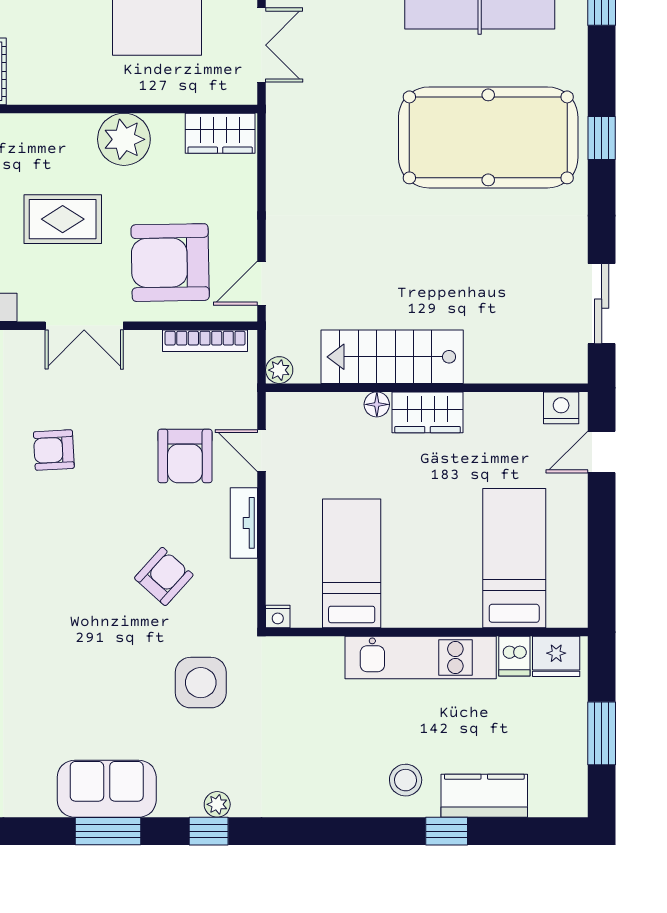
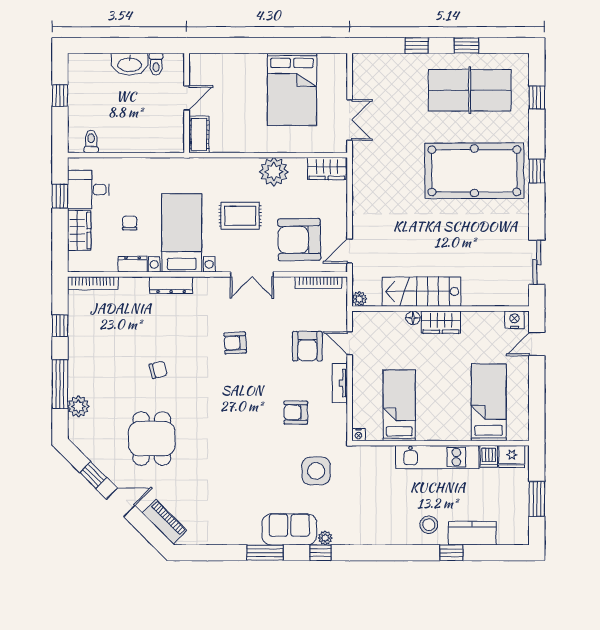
armchair: (164, 576) -> (296, 412), turned -132
sofa: (107, 789) -> (289, 529), moved

